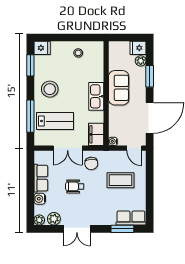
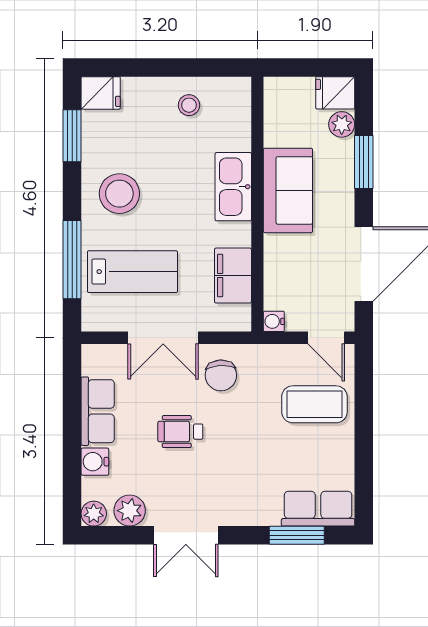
kitchen sink: (96, 96) -> (233, 187), moved
filing cabinet: (96, 134) -> (233, 275), moved
coffee table: (121, 180) -> (314, 404), moved

